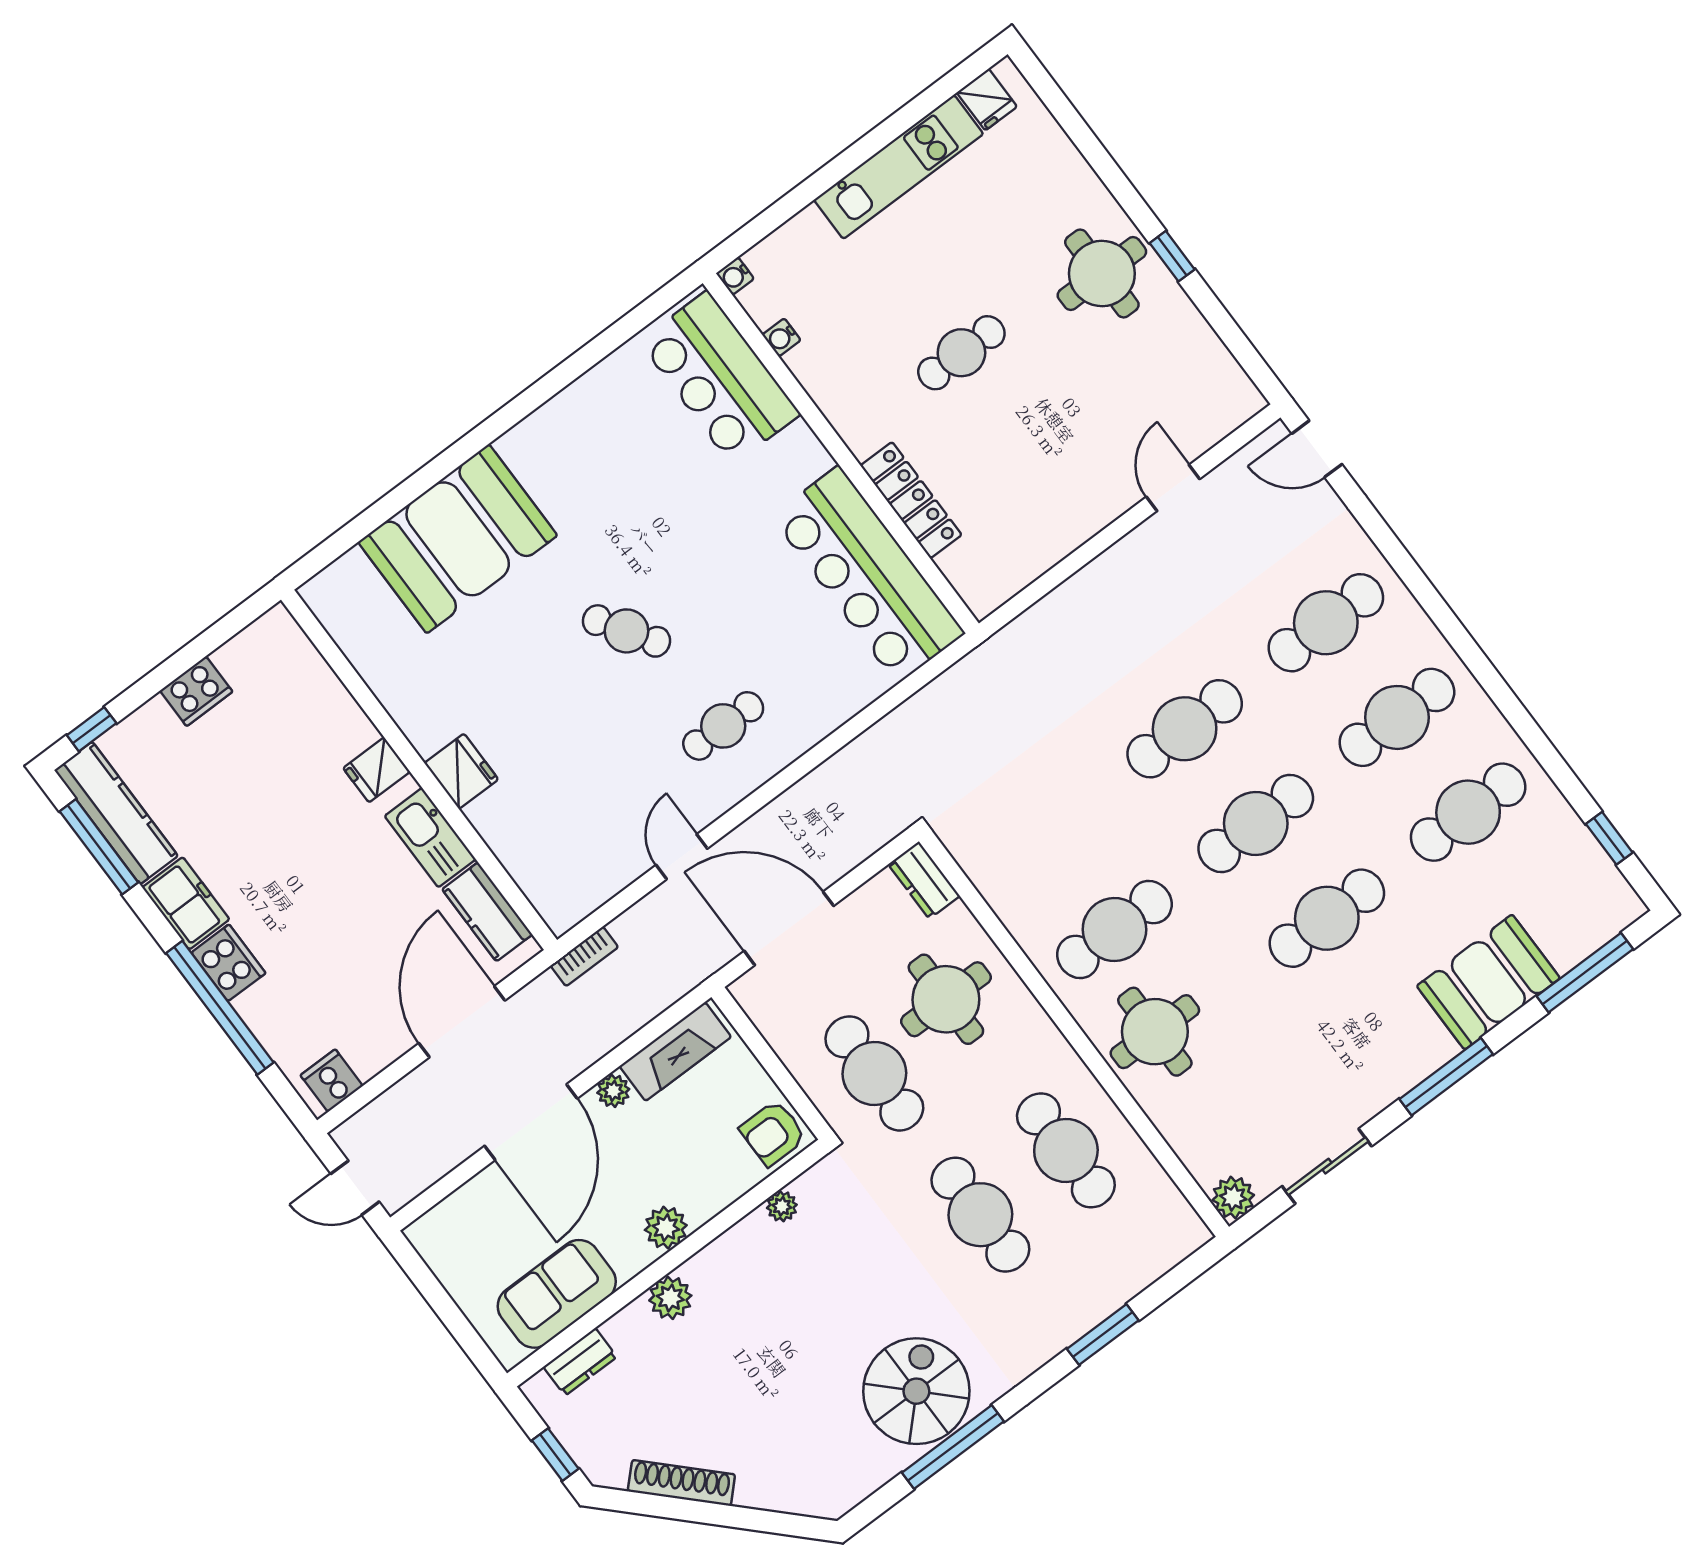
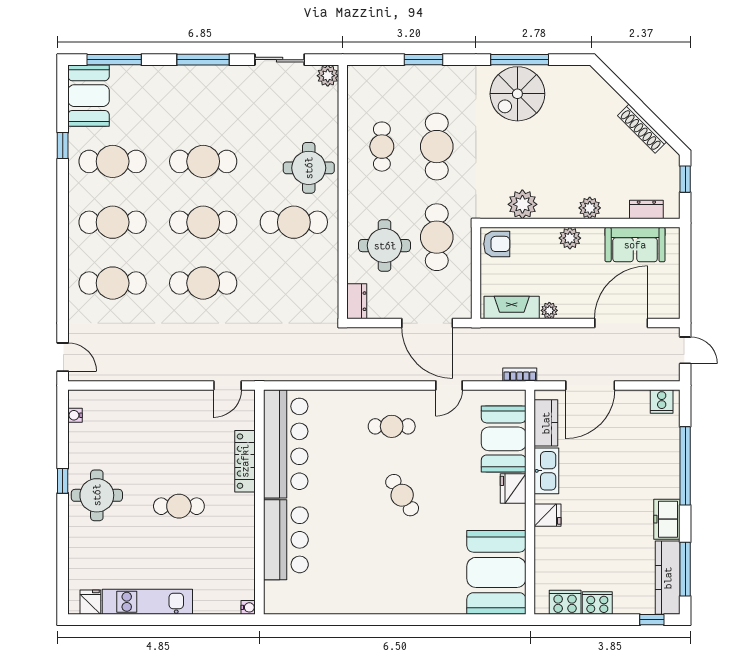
water cooler: (781, 337) -> (75, 415), moved, turned 180
bar counter: (720, 378) -> (286, 540), moved
door: (1173, 488) -> (228, 385), moved
booth: (458, 539) -> (496, 572), moved, turned 90
booth: (534, 837) -> (504, 439), added
window: (1609, 838) -> (63, 146), moved
cooker: (228, 963) -> (565, 602), moved, turned 90
booth: (1488, 982) -> (88, 96), moved, turned 90
door: (531, 1122) -> (621, 323), moved
cafe table: (1066, 1150) -> (382, 147), width x0.73, depth x0.74
plant: (782, 1206) -> (522, 204), width x1.87, depth x1.87

